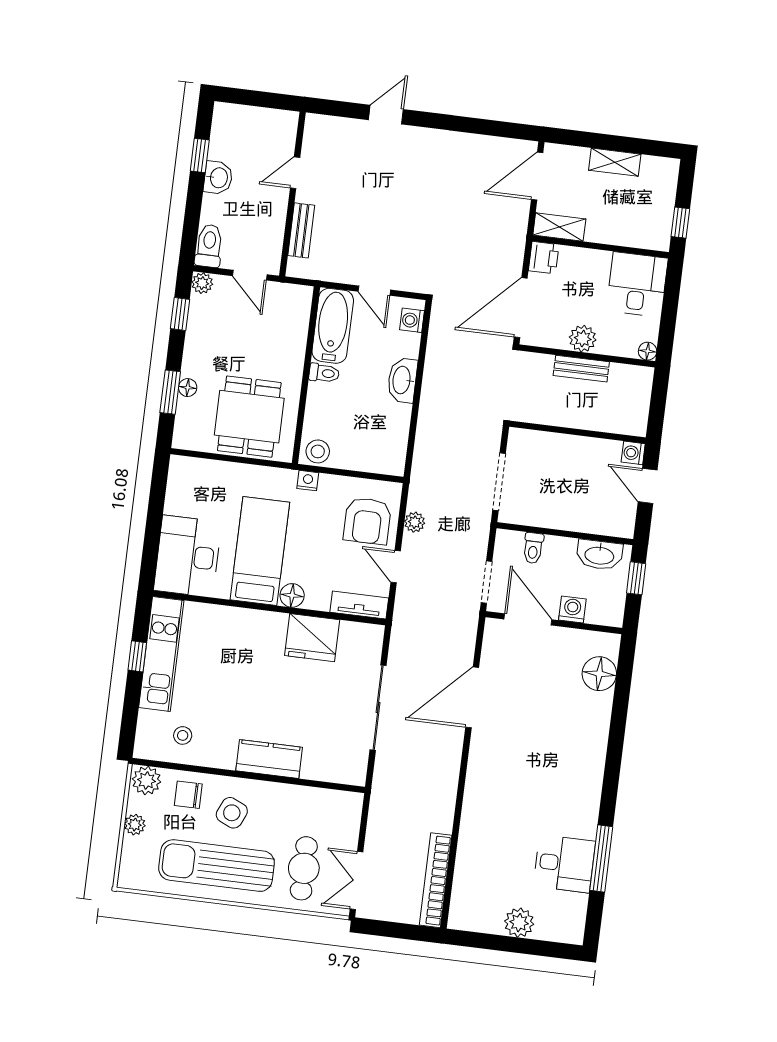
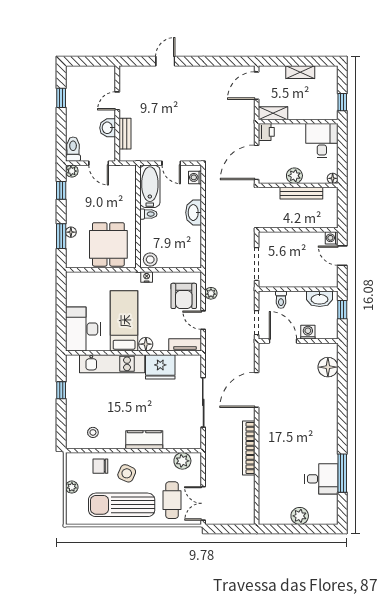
washbasin: (218, 178) -> (108, 128), moved, turned 180
bench: (581, 369) -> (301, 193), width x1.36
kitchen unit: (161, 654) -> (112, 364), moved, turned 90
plant: (147, 780) -> (182, 461), moved
bookcase: (436, 880) -> (249, 448), moved

